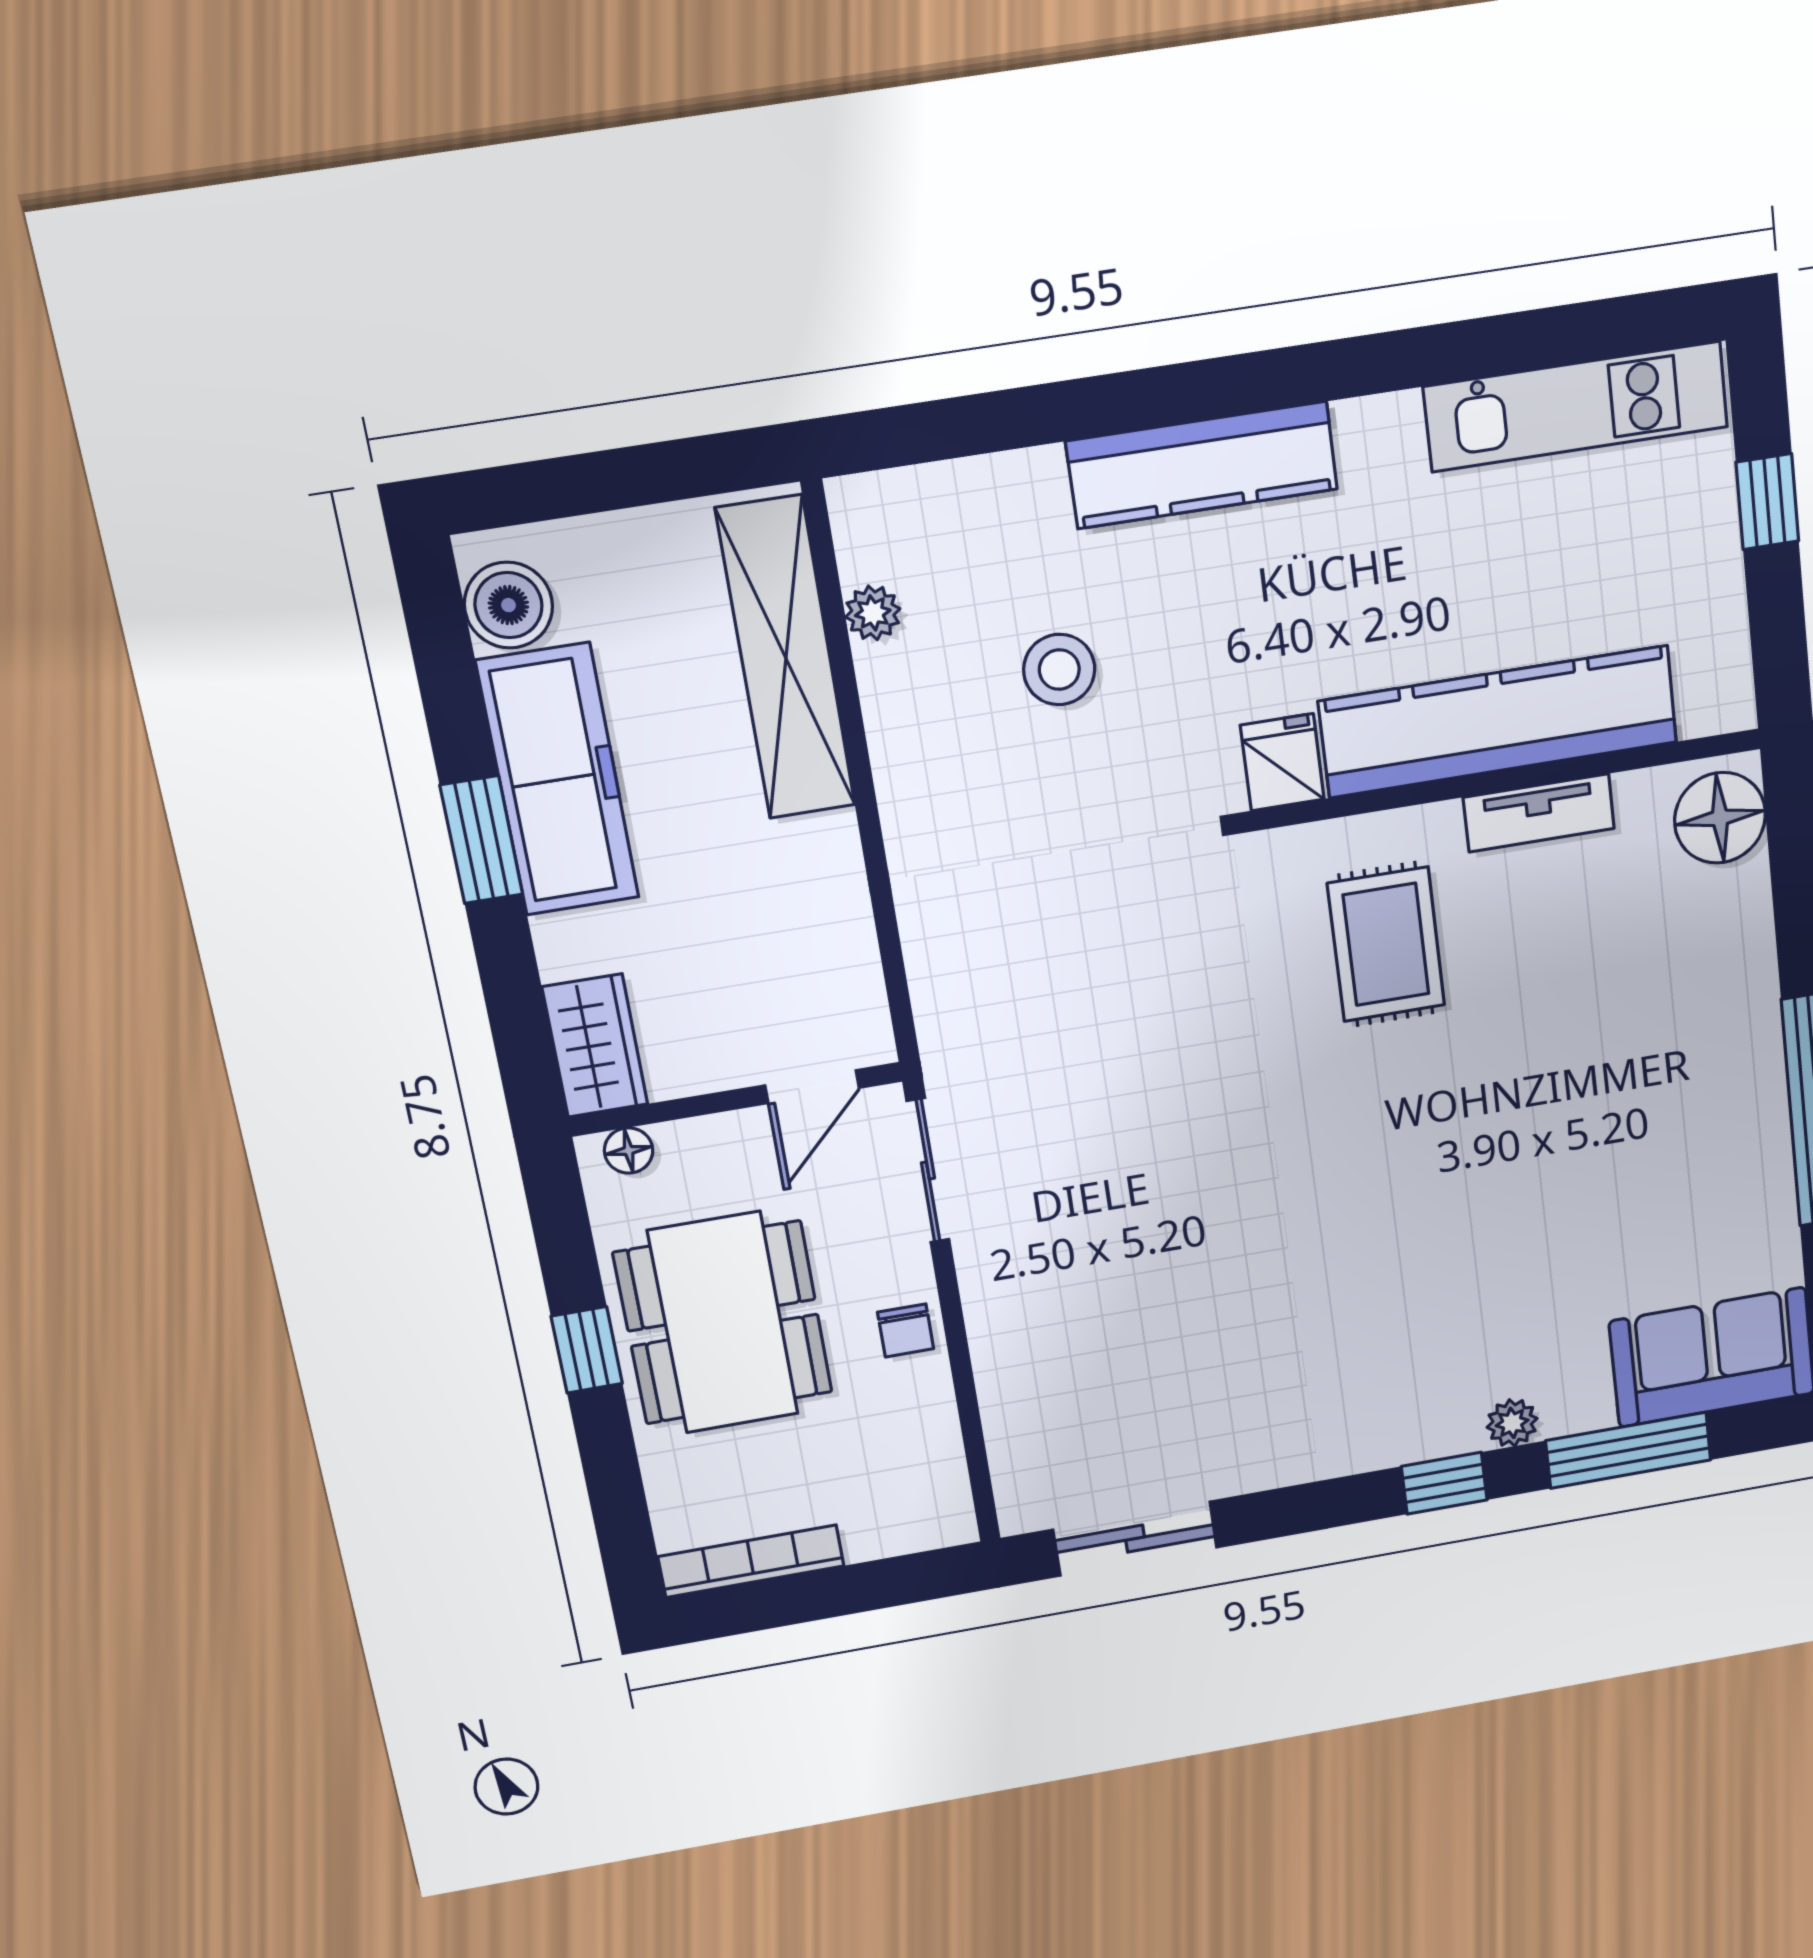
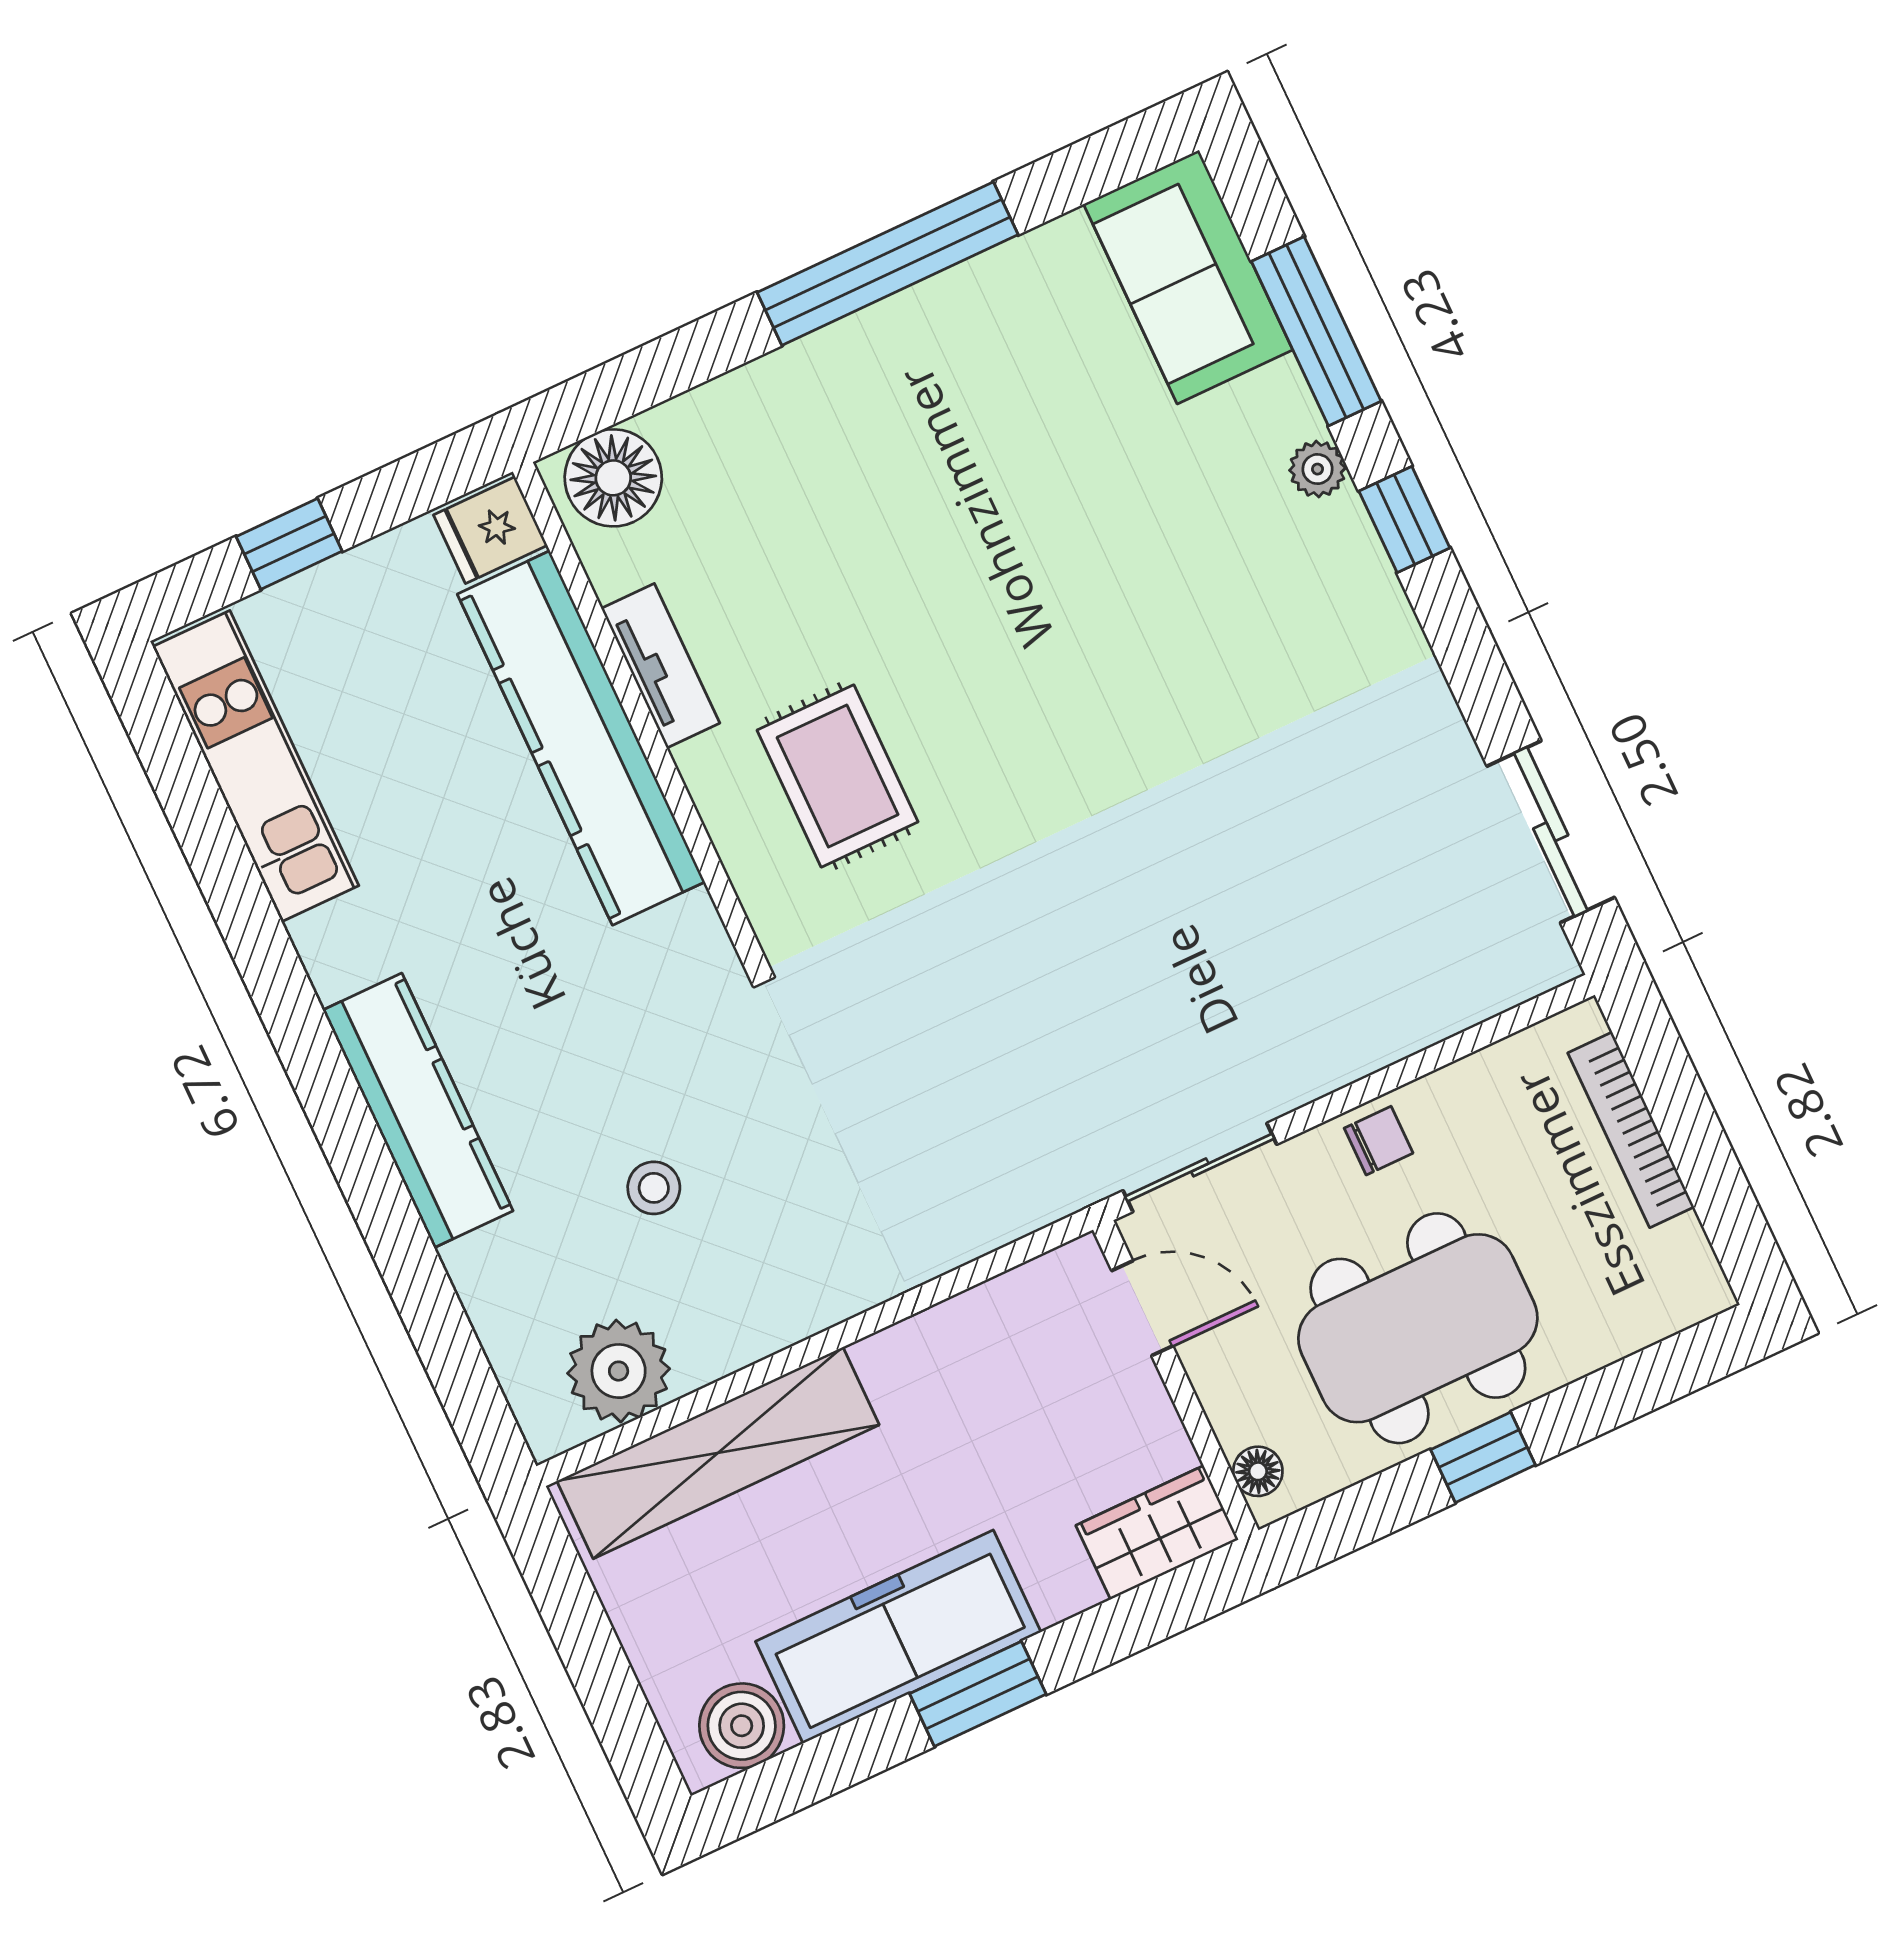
plant: (873, 613) -> (619, 1371), width x1.88, depth x1.88
stool: (1059, 670) -> (654, 1188), width x0.73, depth x0.73
fridge: (1282, 762) -> (490, 530), moved
rug: (1386, 944) -> (838, 776), turned 90
bookcase: (751, 1561) -> (1631, 1130), moved

